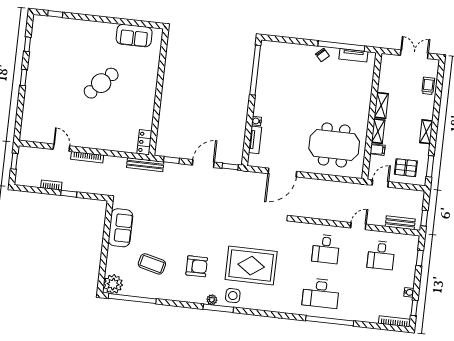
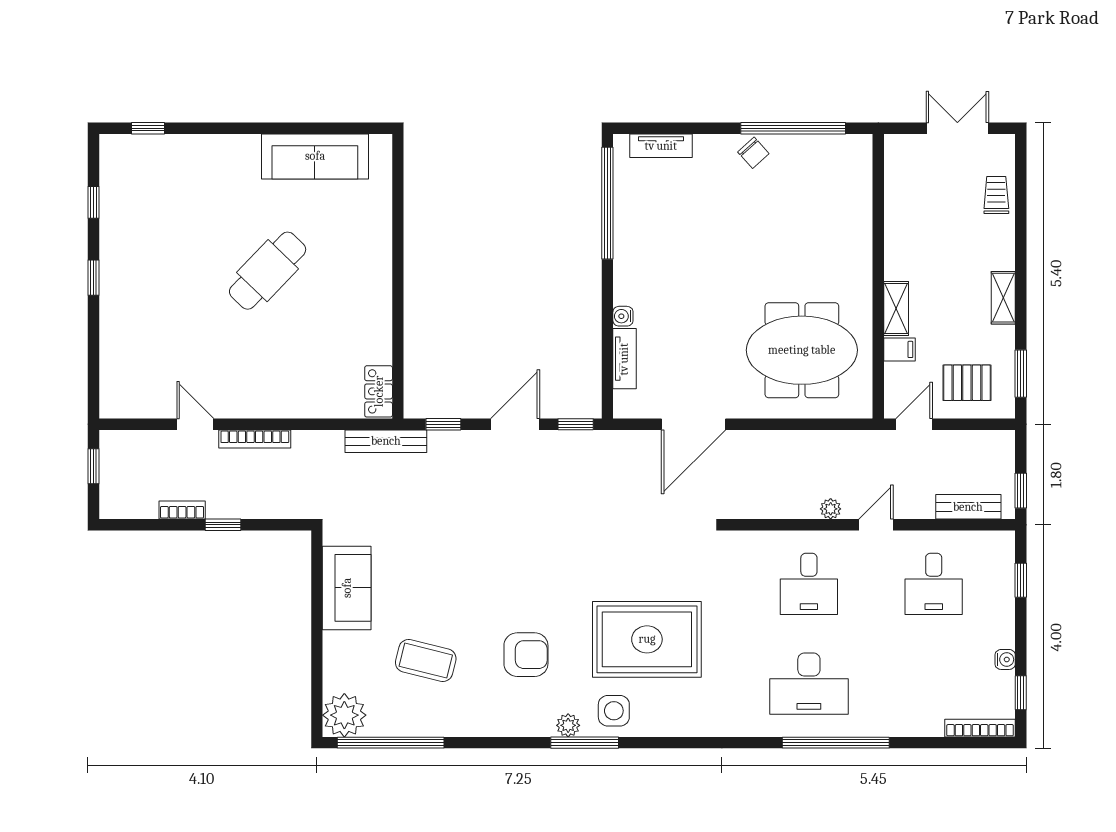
sofa: (134, 36) -> (315, 156), width x1.36
tv unit: (353, 55) -> (661, 146), moved
shelving: (381, 105) -> (897, 250), removed
plant: (339, 217) -> (831, 509), added

